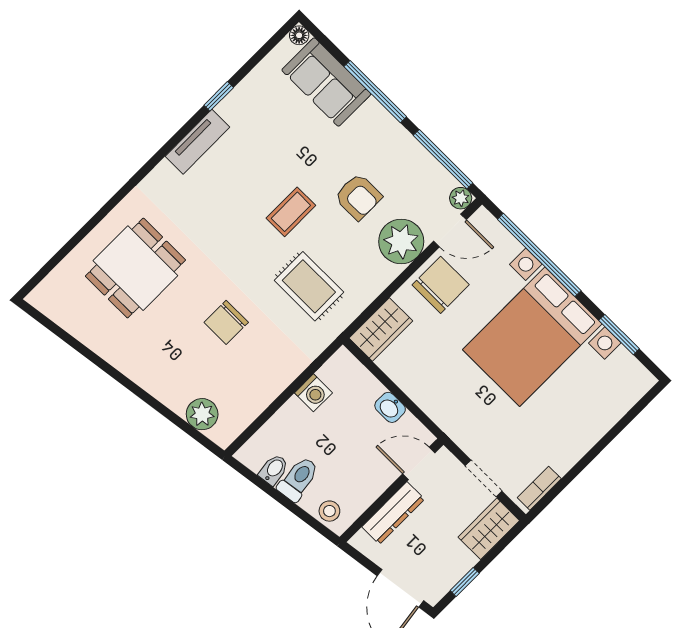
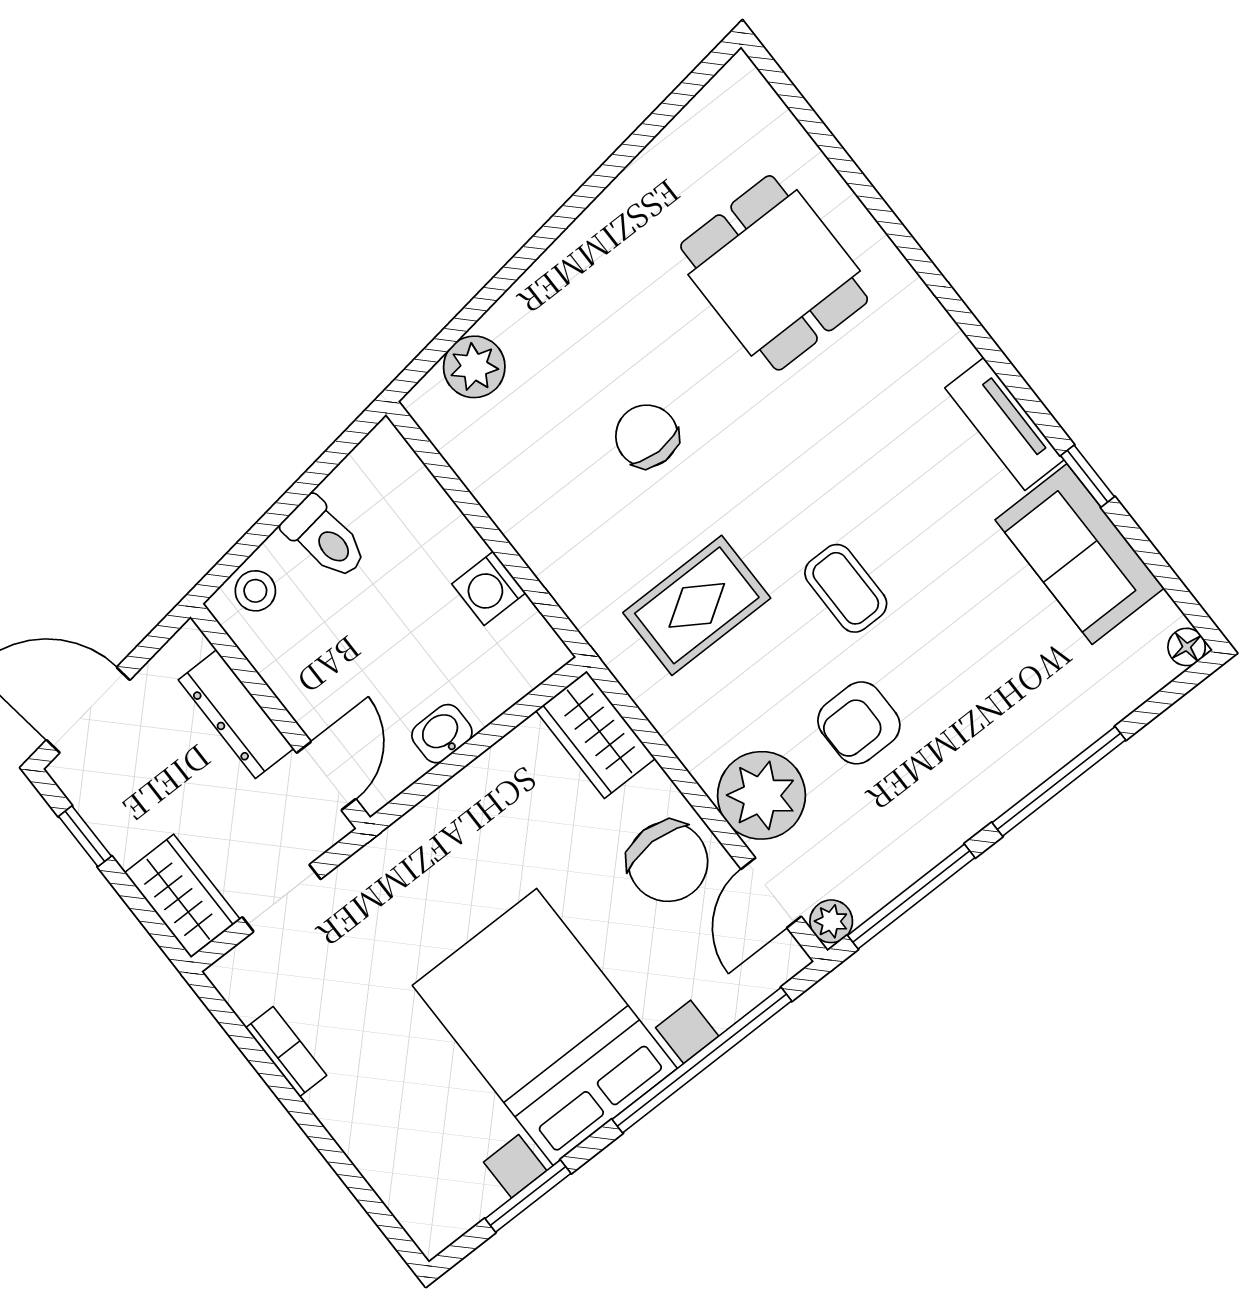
sofa: (326, 82) -> (1080, 554), moved, turned -90
bidet: (274, 470) -> (349, 493), removed
bookcase: (539, 488) -> (286, 1052), moved

